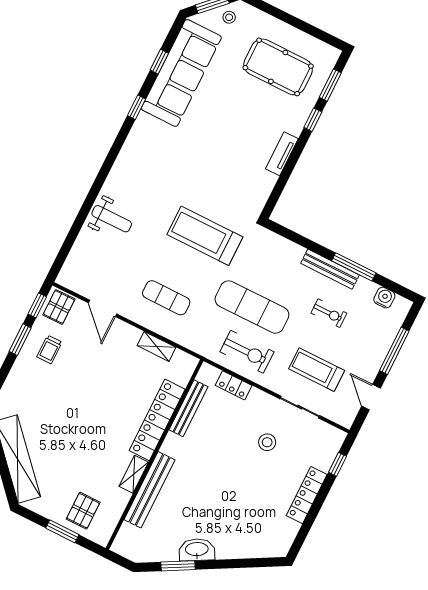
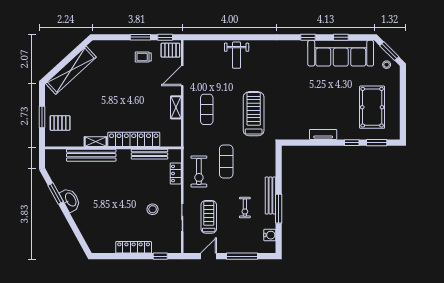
exercise mat: (252, 307) -> (226, 161), width x0.73, depth x0.69
shelving: (157, 346) -> (176, 107), moved

